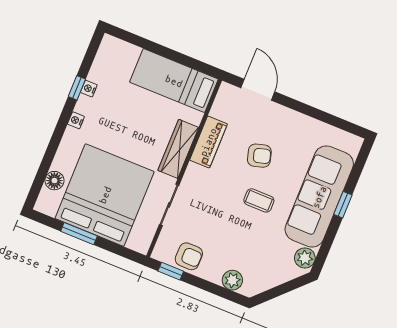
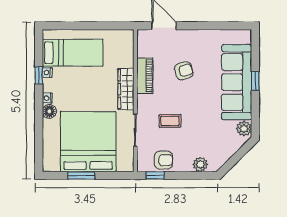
bed: (174, 81) -> (73, 53), moved, turned 180
floor lamp: (54, 181) -> (49, 111), moved
coffee table: (259, 200) -> (170, 121), moved

